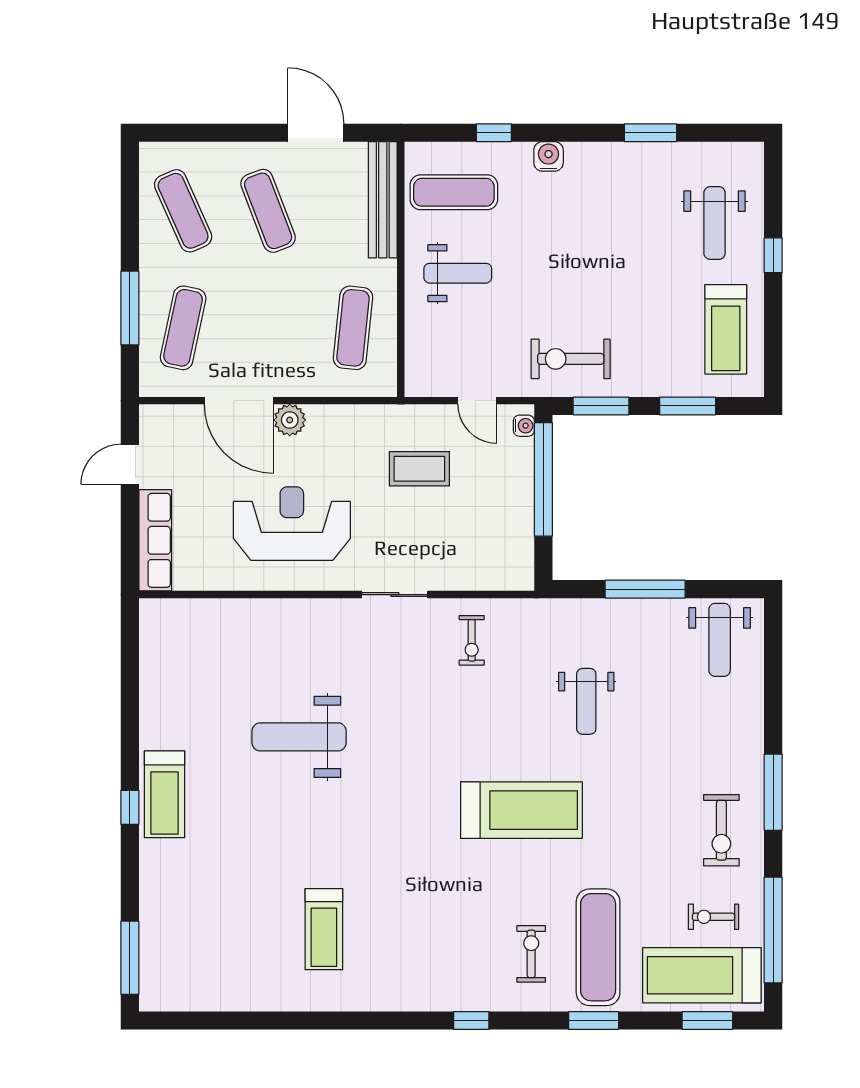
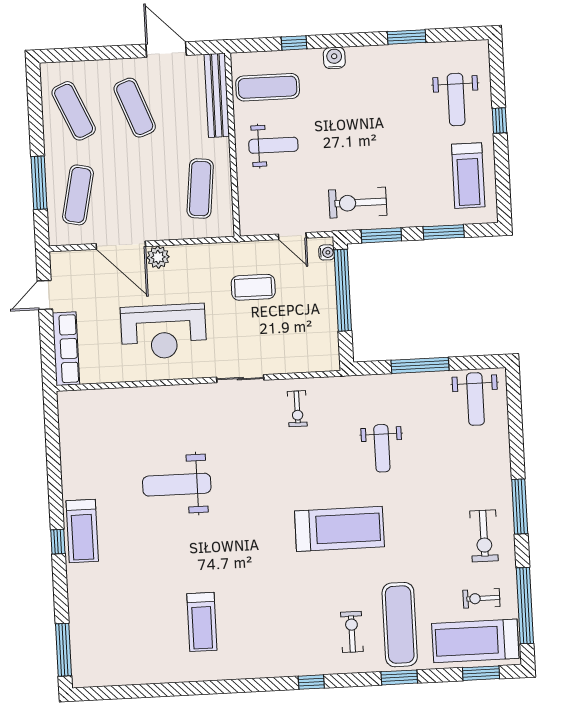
reception desk: (292, 524) -> (164, 332), turned 180

